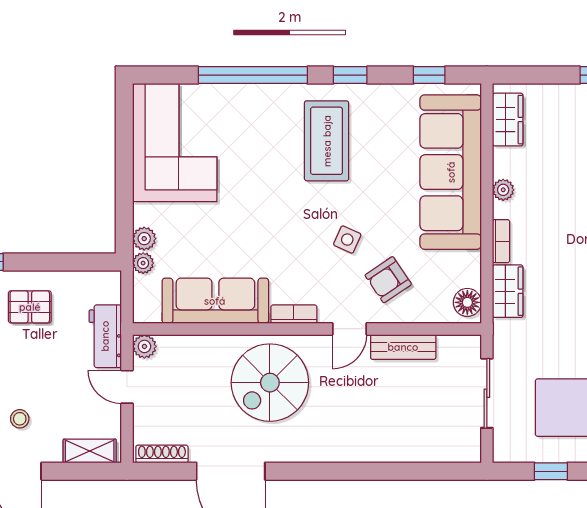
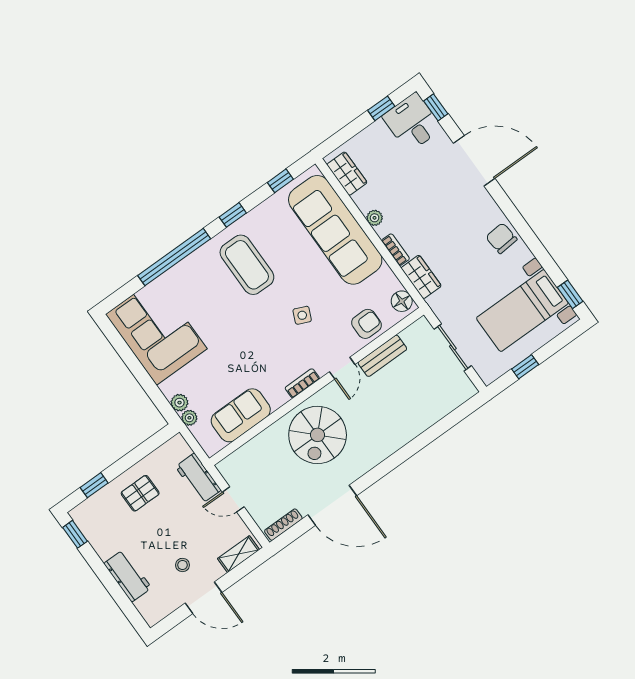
armchair: (388, 280) -> (367, 324), moved, turned -146
sofa: (215, 301) -> (241, 415), width x0.73
plant: (144, 346) -> (226, 467), removed

